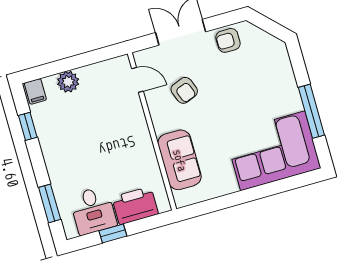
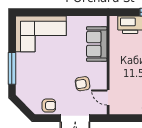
armchair: (184, 90) -> (83, 84), turned -78
window: (311, 111) -> (12, 68), moved

